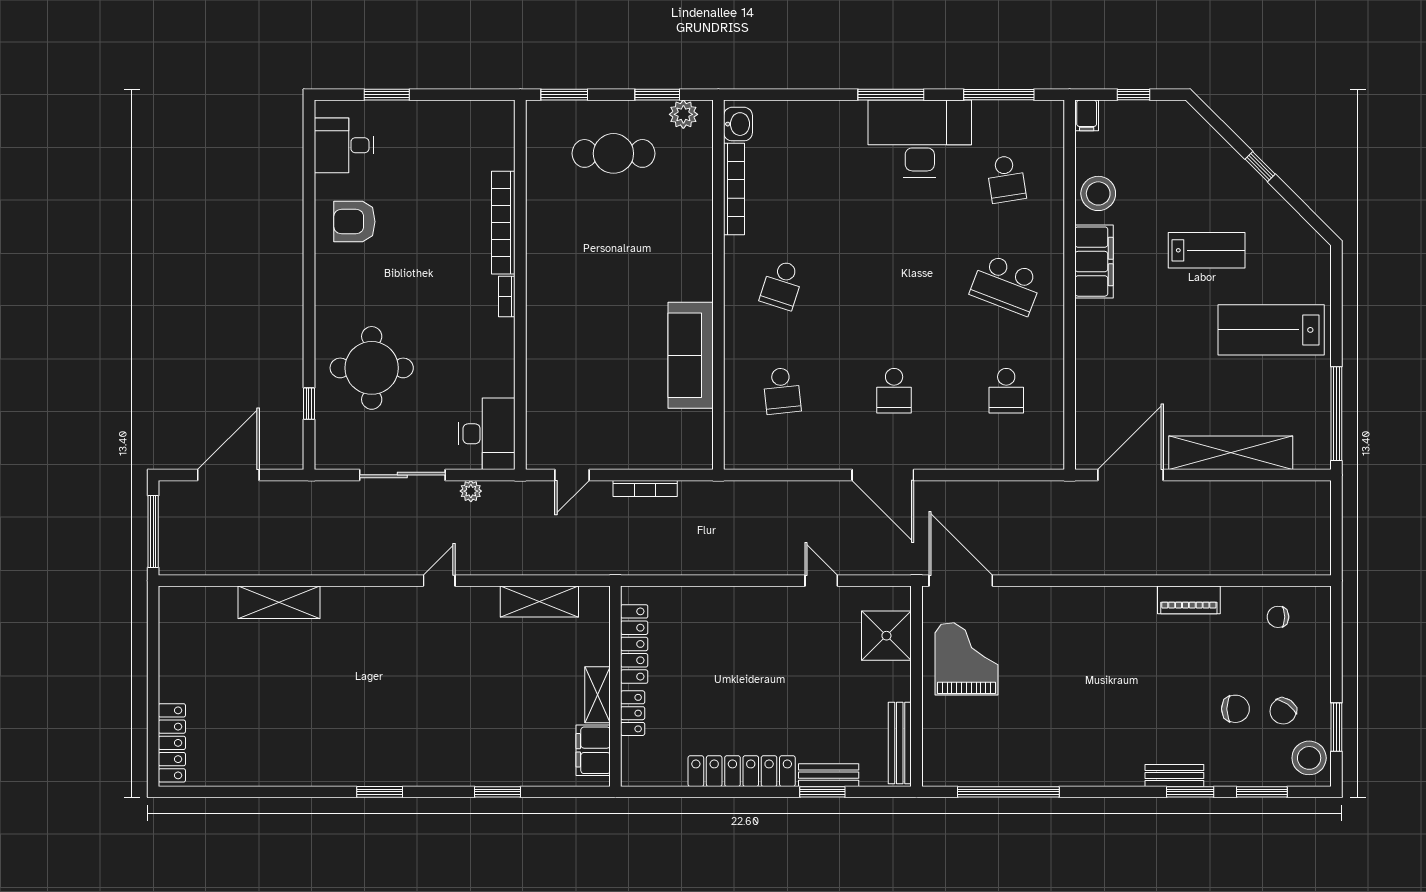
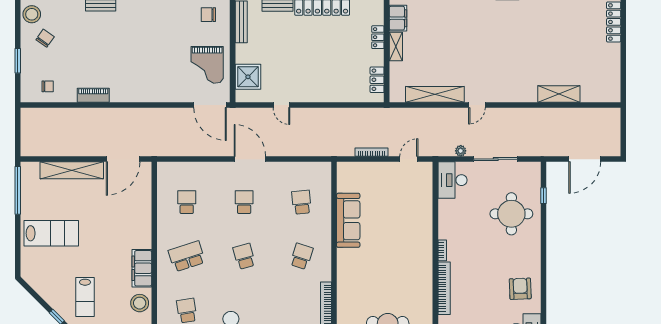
armchair: (354, 222) -> (520, 289), turned -92
lab bench: (1207, 250) -> (85, 297), moved, turned -90
school desk: (894, 285) -> (244, 256), added
school desk: (1006, 285) -> (187, 256), turned -39
window: (153, 531) -> (623, 130), removed
shelving: (539, 602) -> (435, 94), width x1.47
locker: (634, 644) -> (377, 80), width x0.66
chair: (1235, 709) -> (208, 15), moved
window: (1336, 727) -> (18, 61), moved

